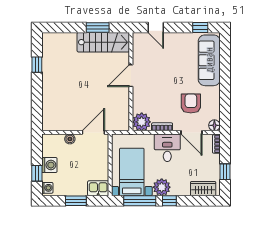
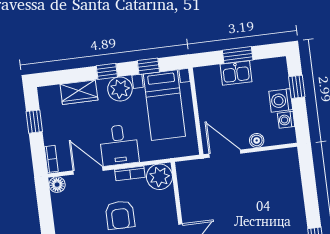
armchair: (191, 103) -> (120, 215), moved
door: (93, 132) -> (225, 154), swing flipped
washing machine: (47, 188) -> (286, 120), moved
kitchen sink: (98, 188) -> (236, 73), moved
wardrobe: (203, 189) -> (79, 92), moved
window: (140, 201) -> (148, 66), width x0.46

